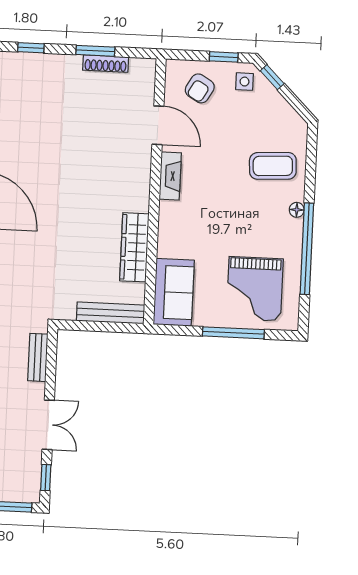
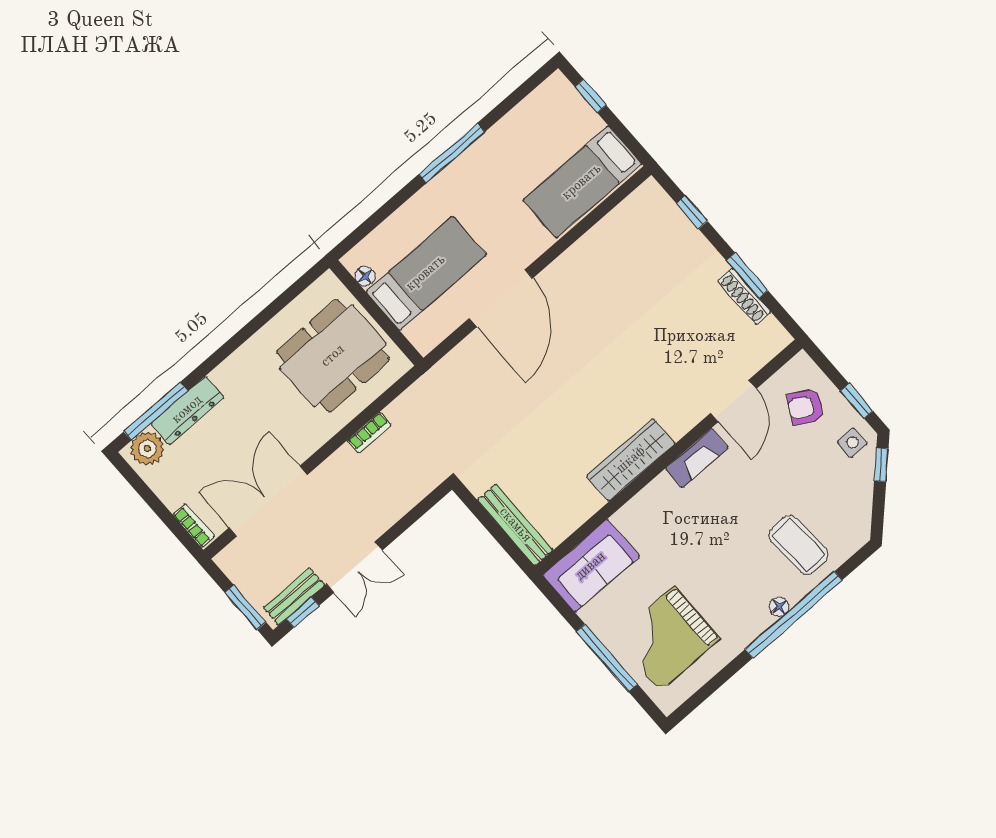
wardrobe: (134, 247) -> (631, 460), moved
window: (307, 249) -> (794, 615), moved
bench: (38, 357) -> (294, 596), moved

